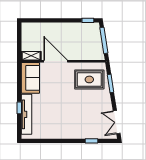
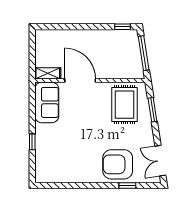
rug: (89, 79) -> (124, 105), turned 90
tv unit: (26, 114) -> (42, 150), removed
armchair: (84, 125) -> (118, 164), added

